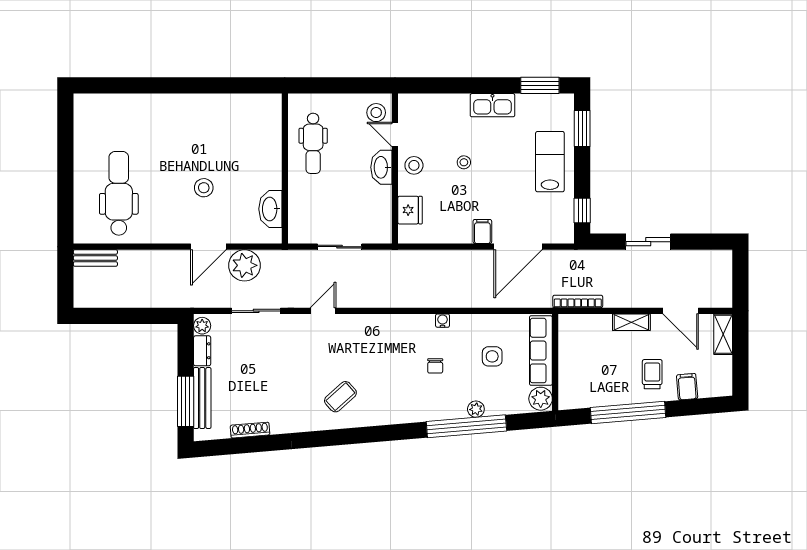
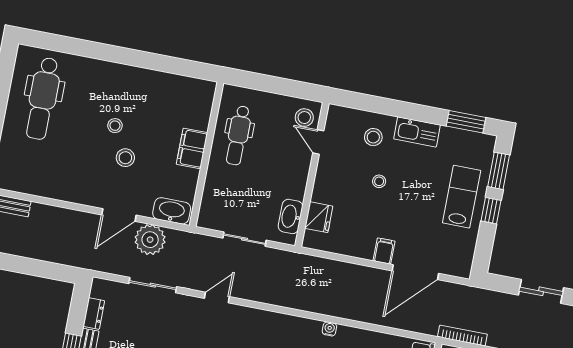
stool: (187, 157) -> (115, 126), added
filing cabinet: (269, 165) -> (192, 148), added
stool: (414, 165) -> (373, 137), moved
washbasin: (381, 167) -> (291, 216), moved
dental chair: (119, 193) -> (43, 99), moved, turned 180
washbasin: (270, 209) -> (172, 211), moved, turned 90
window: (582, 211) -> (491, 211), moved
plant: (202, 326) -> (98, 289), removed

